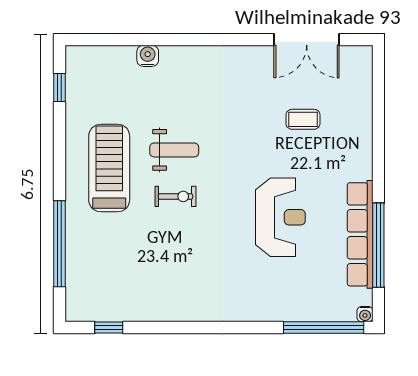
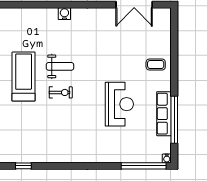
water cooler: (148, 56) -> (64, 14), moved
coffee table: (303, 119) -> (156, 64), moved
row of seats: (360, 234) -> (164, 114), width x0.73

